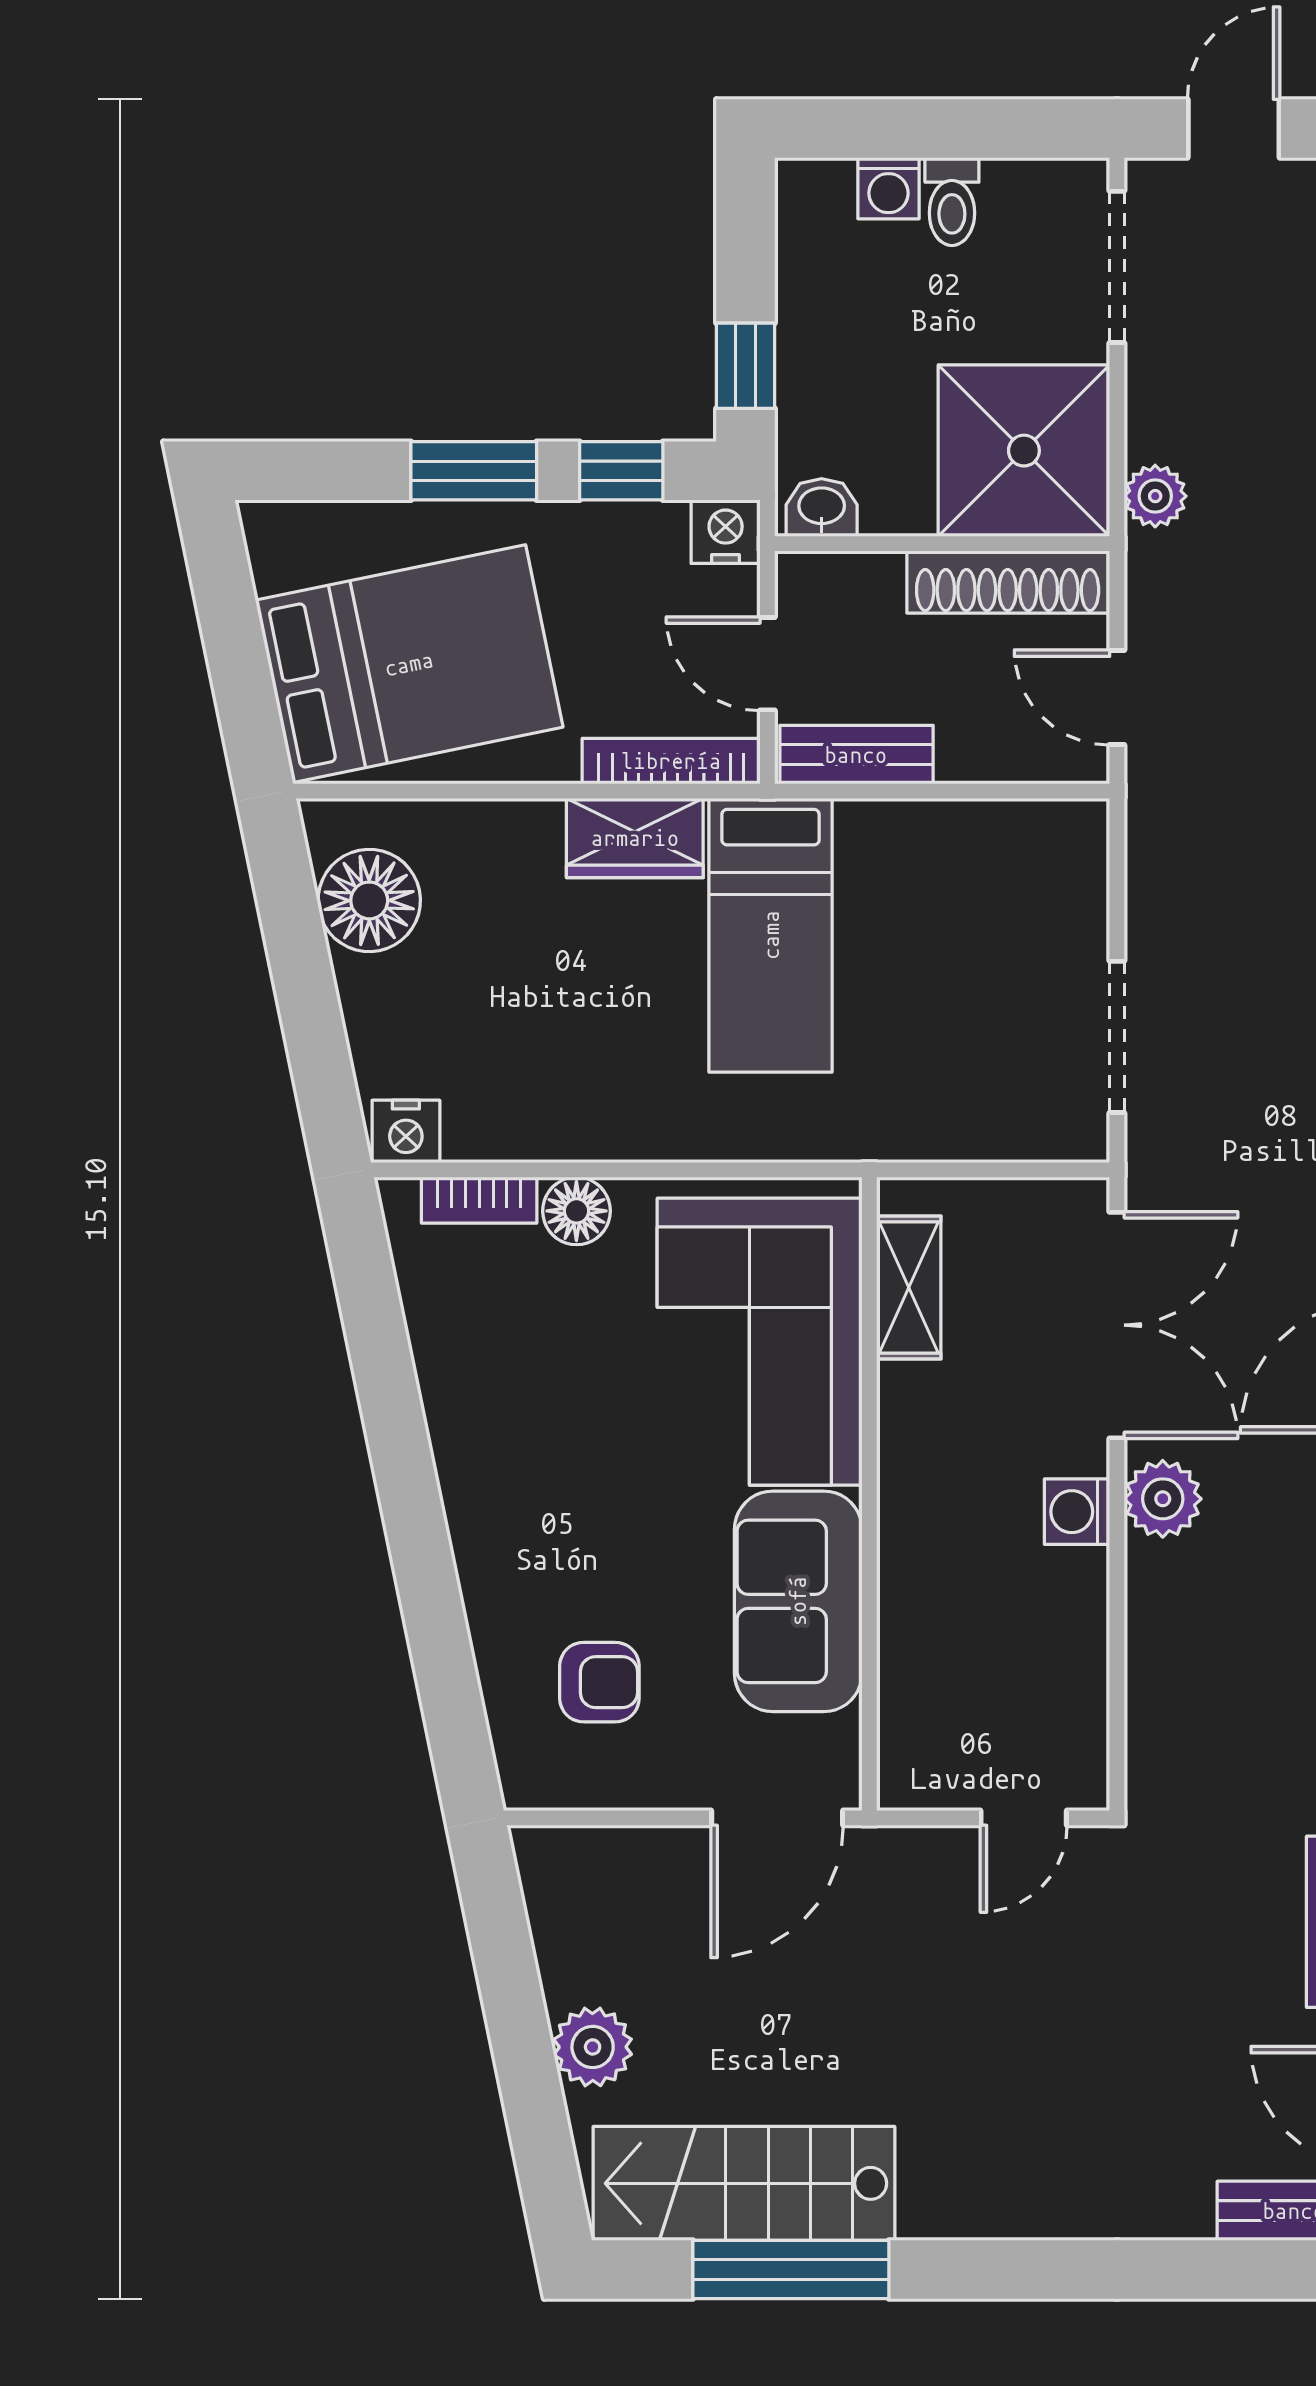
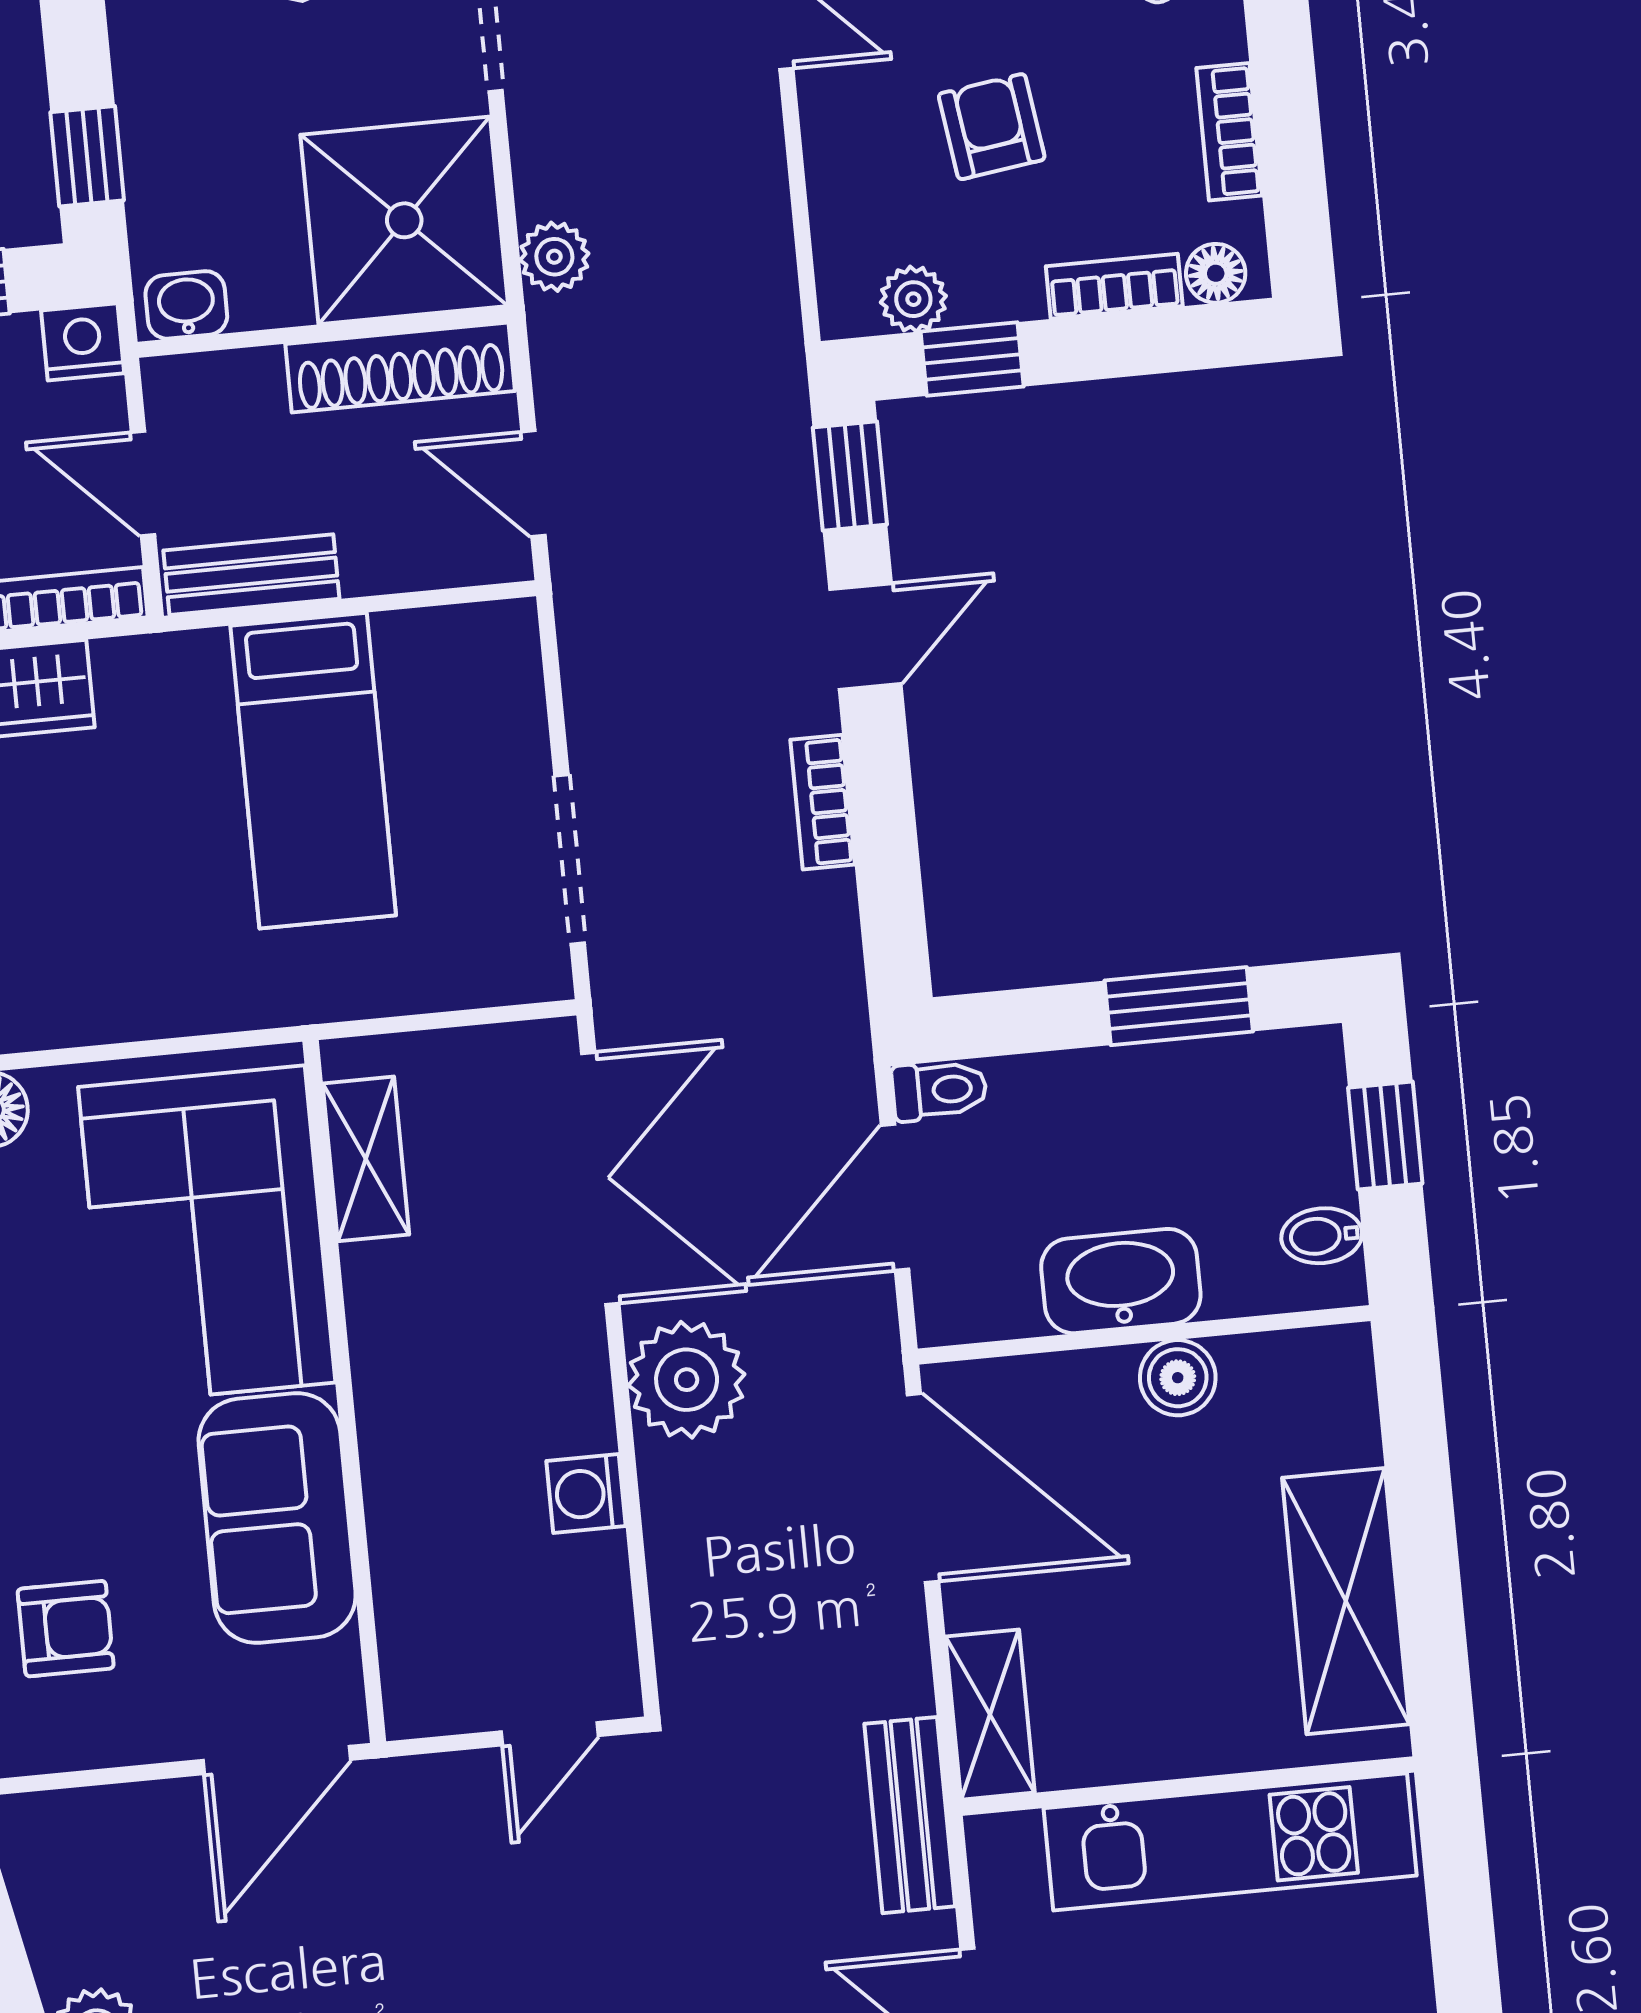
bed: (771, 935) -> (313, 771), moved
plant: (1163, 1499) -> (687, 1380), width x1.36, depth x1.36
washing machine: (1077, 1512) -> (586, 1493), moved

